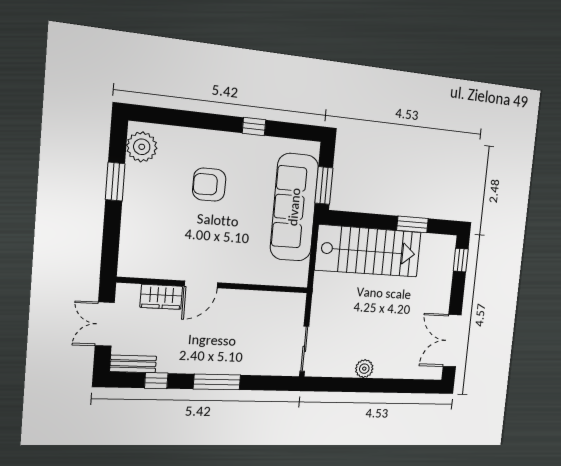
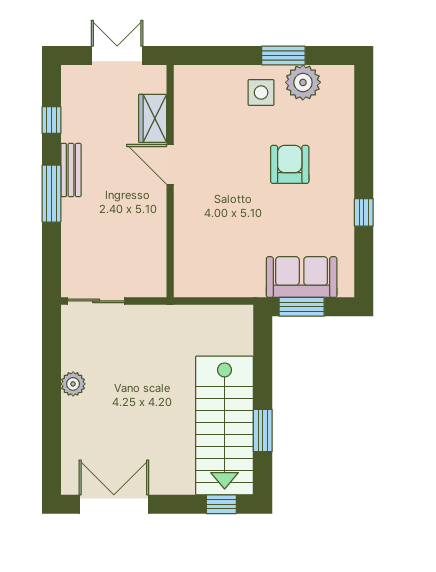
plant: (142, 147) -> (303, 82), moved
side table: (146, 204) -> (261, 93), added
sofa: (294, 207) -> (302, 277), width x0.54, depth x0.79
stairs: (368, 251) -> (225, 425), moved
bench: (133, 364) -> (71, 170), moved

